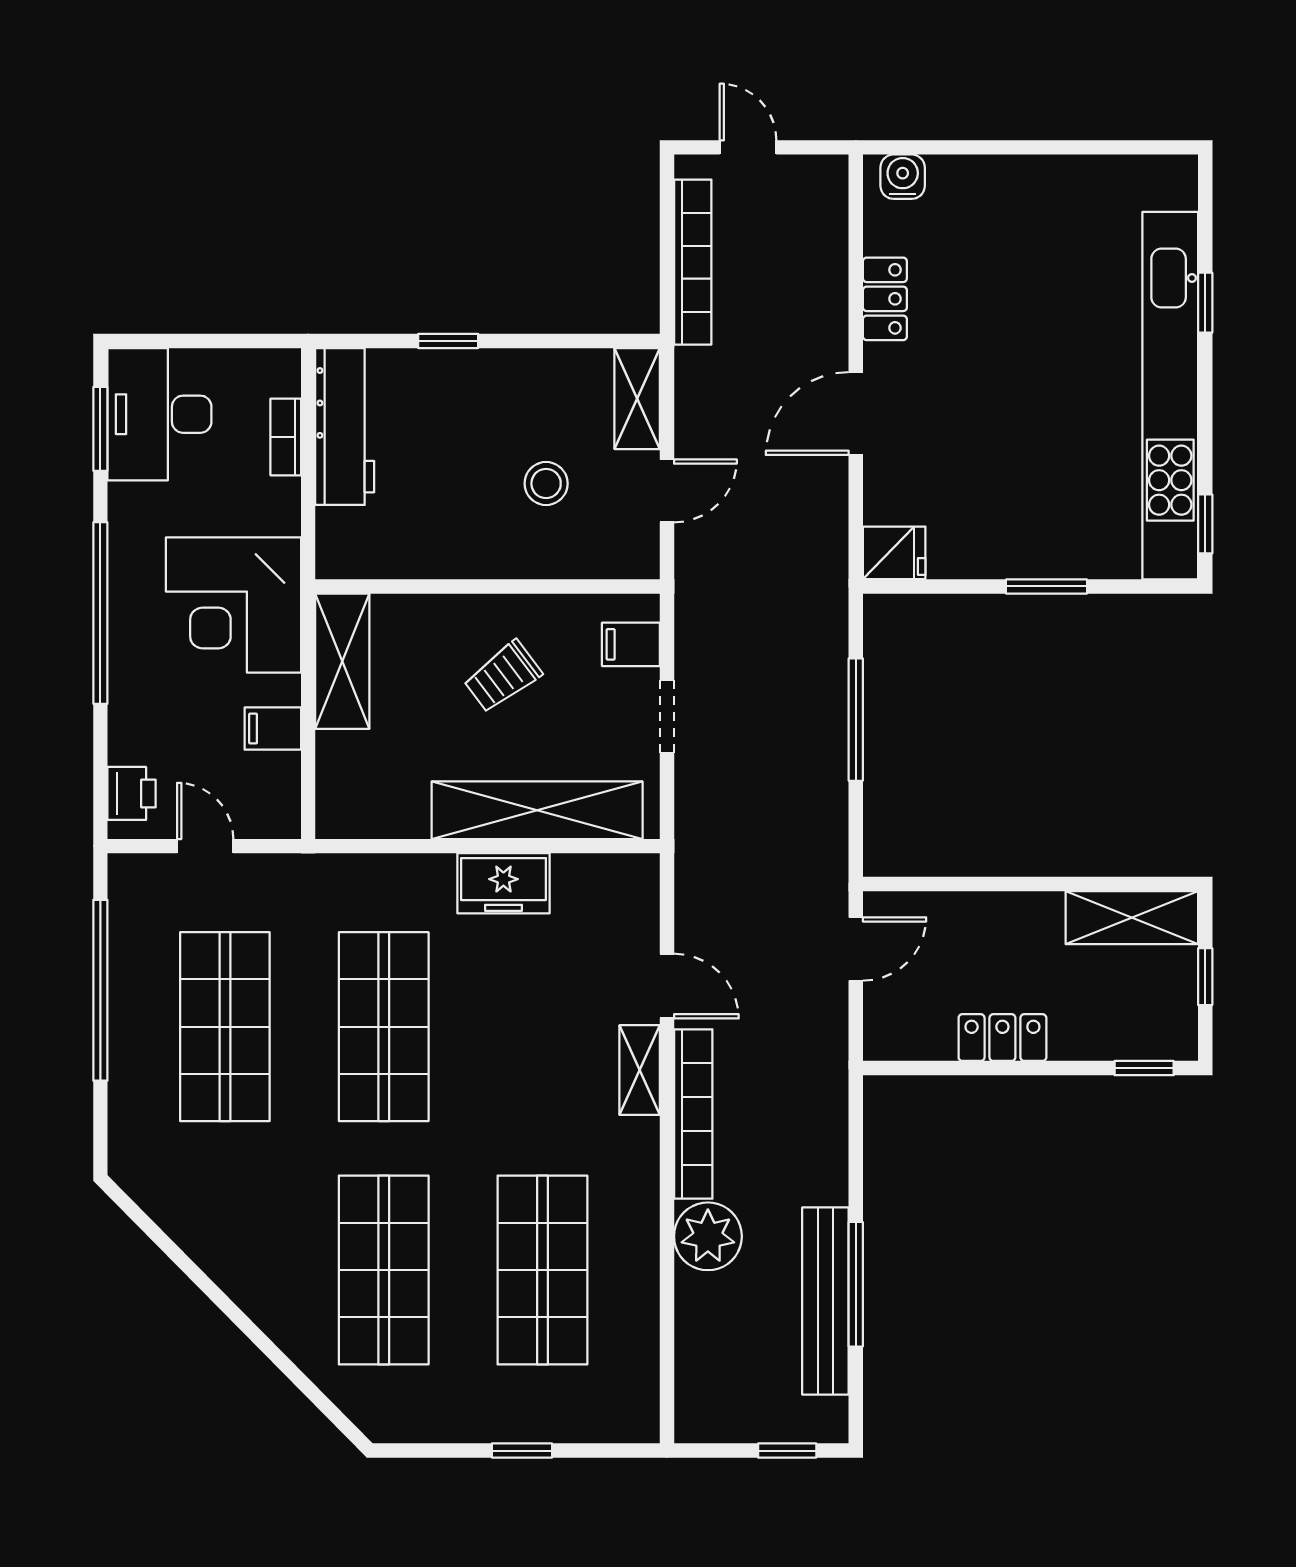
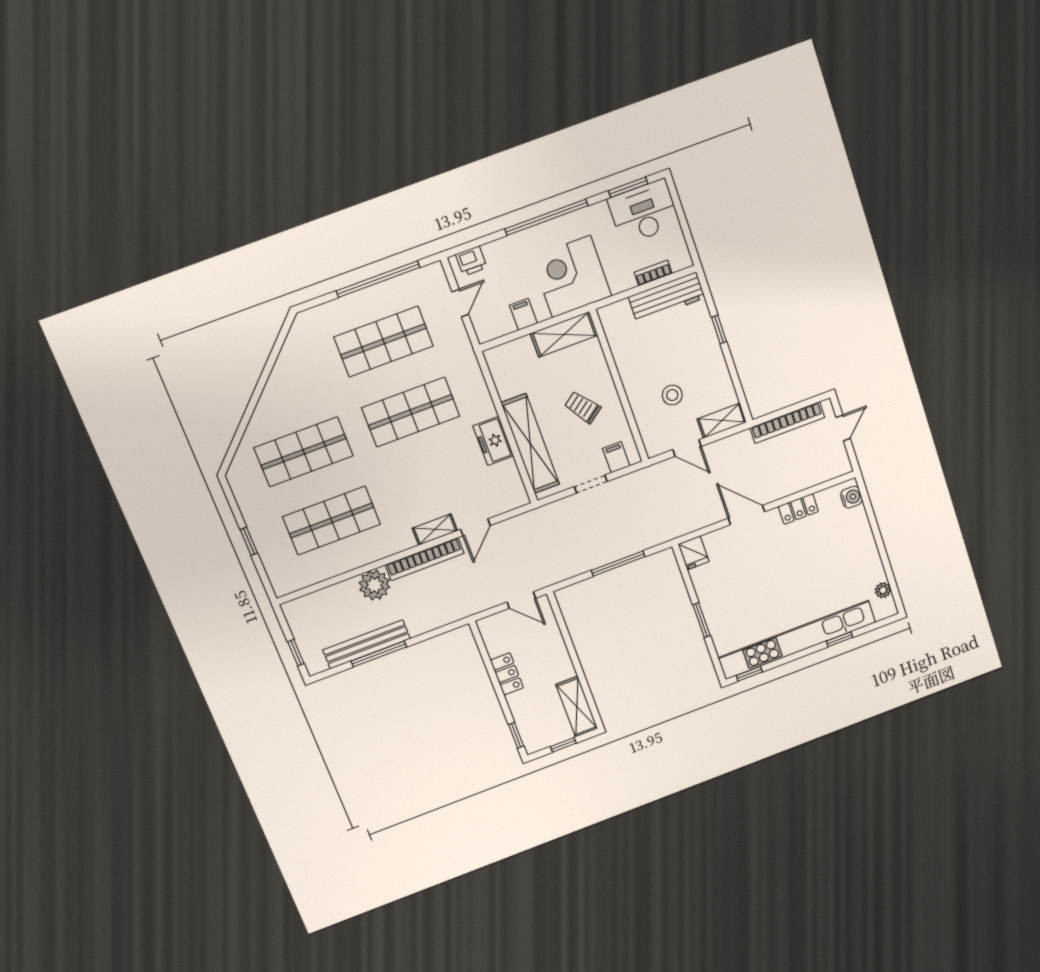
plant: (1133, 173) -> (883, 590), added

